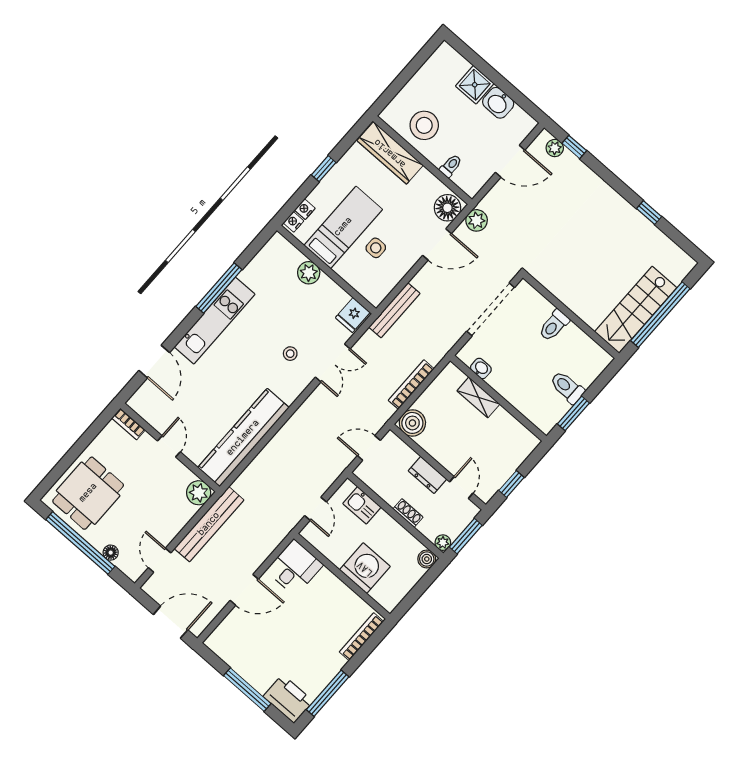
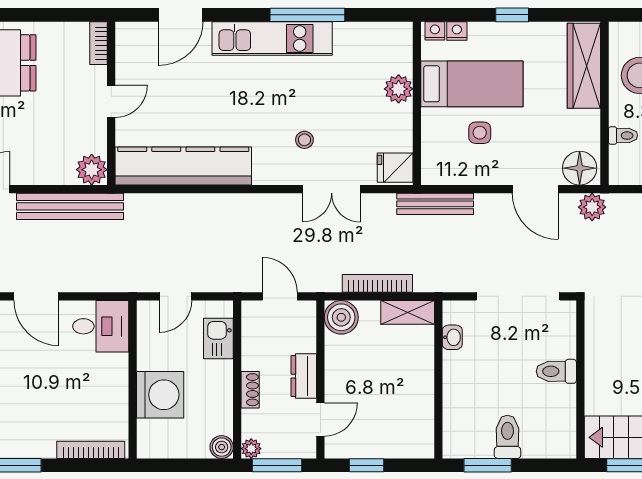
shelving: (478, 397) -> (408, 312), moved, turned 90

